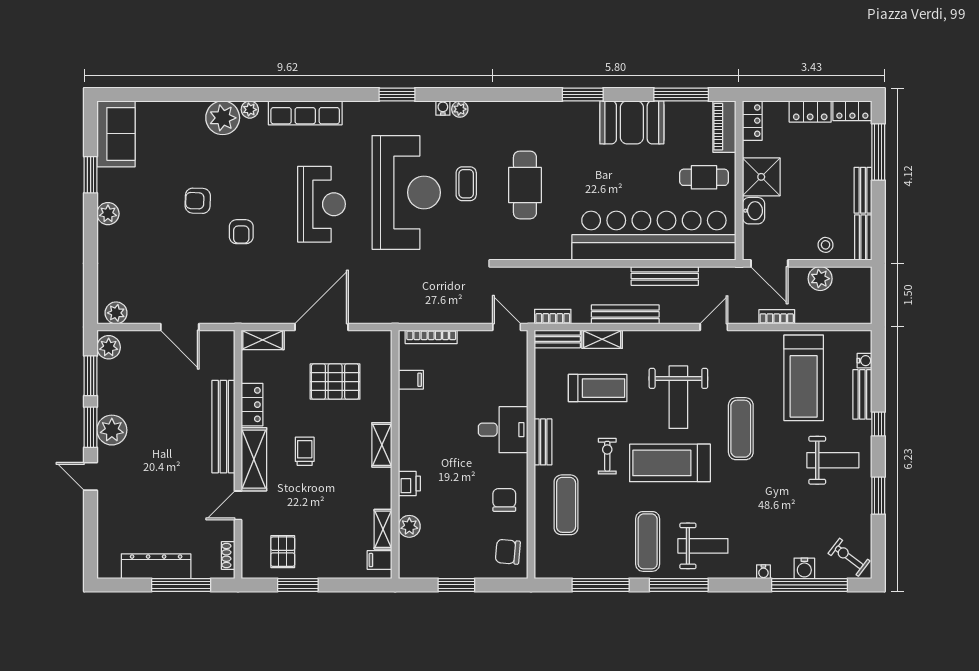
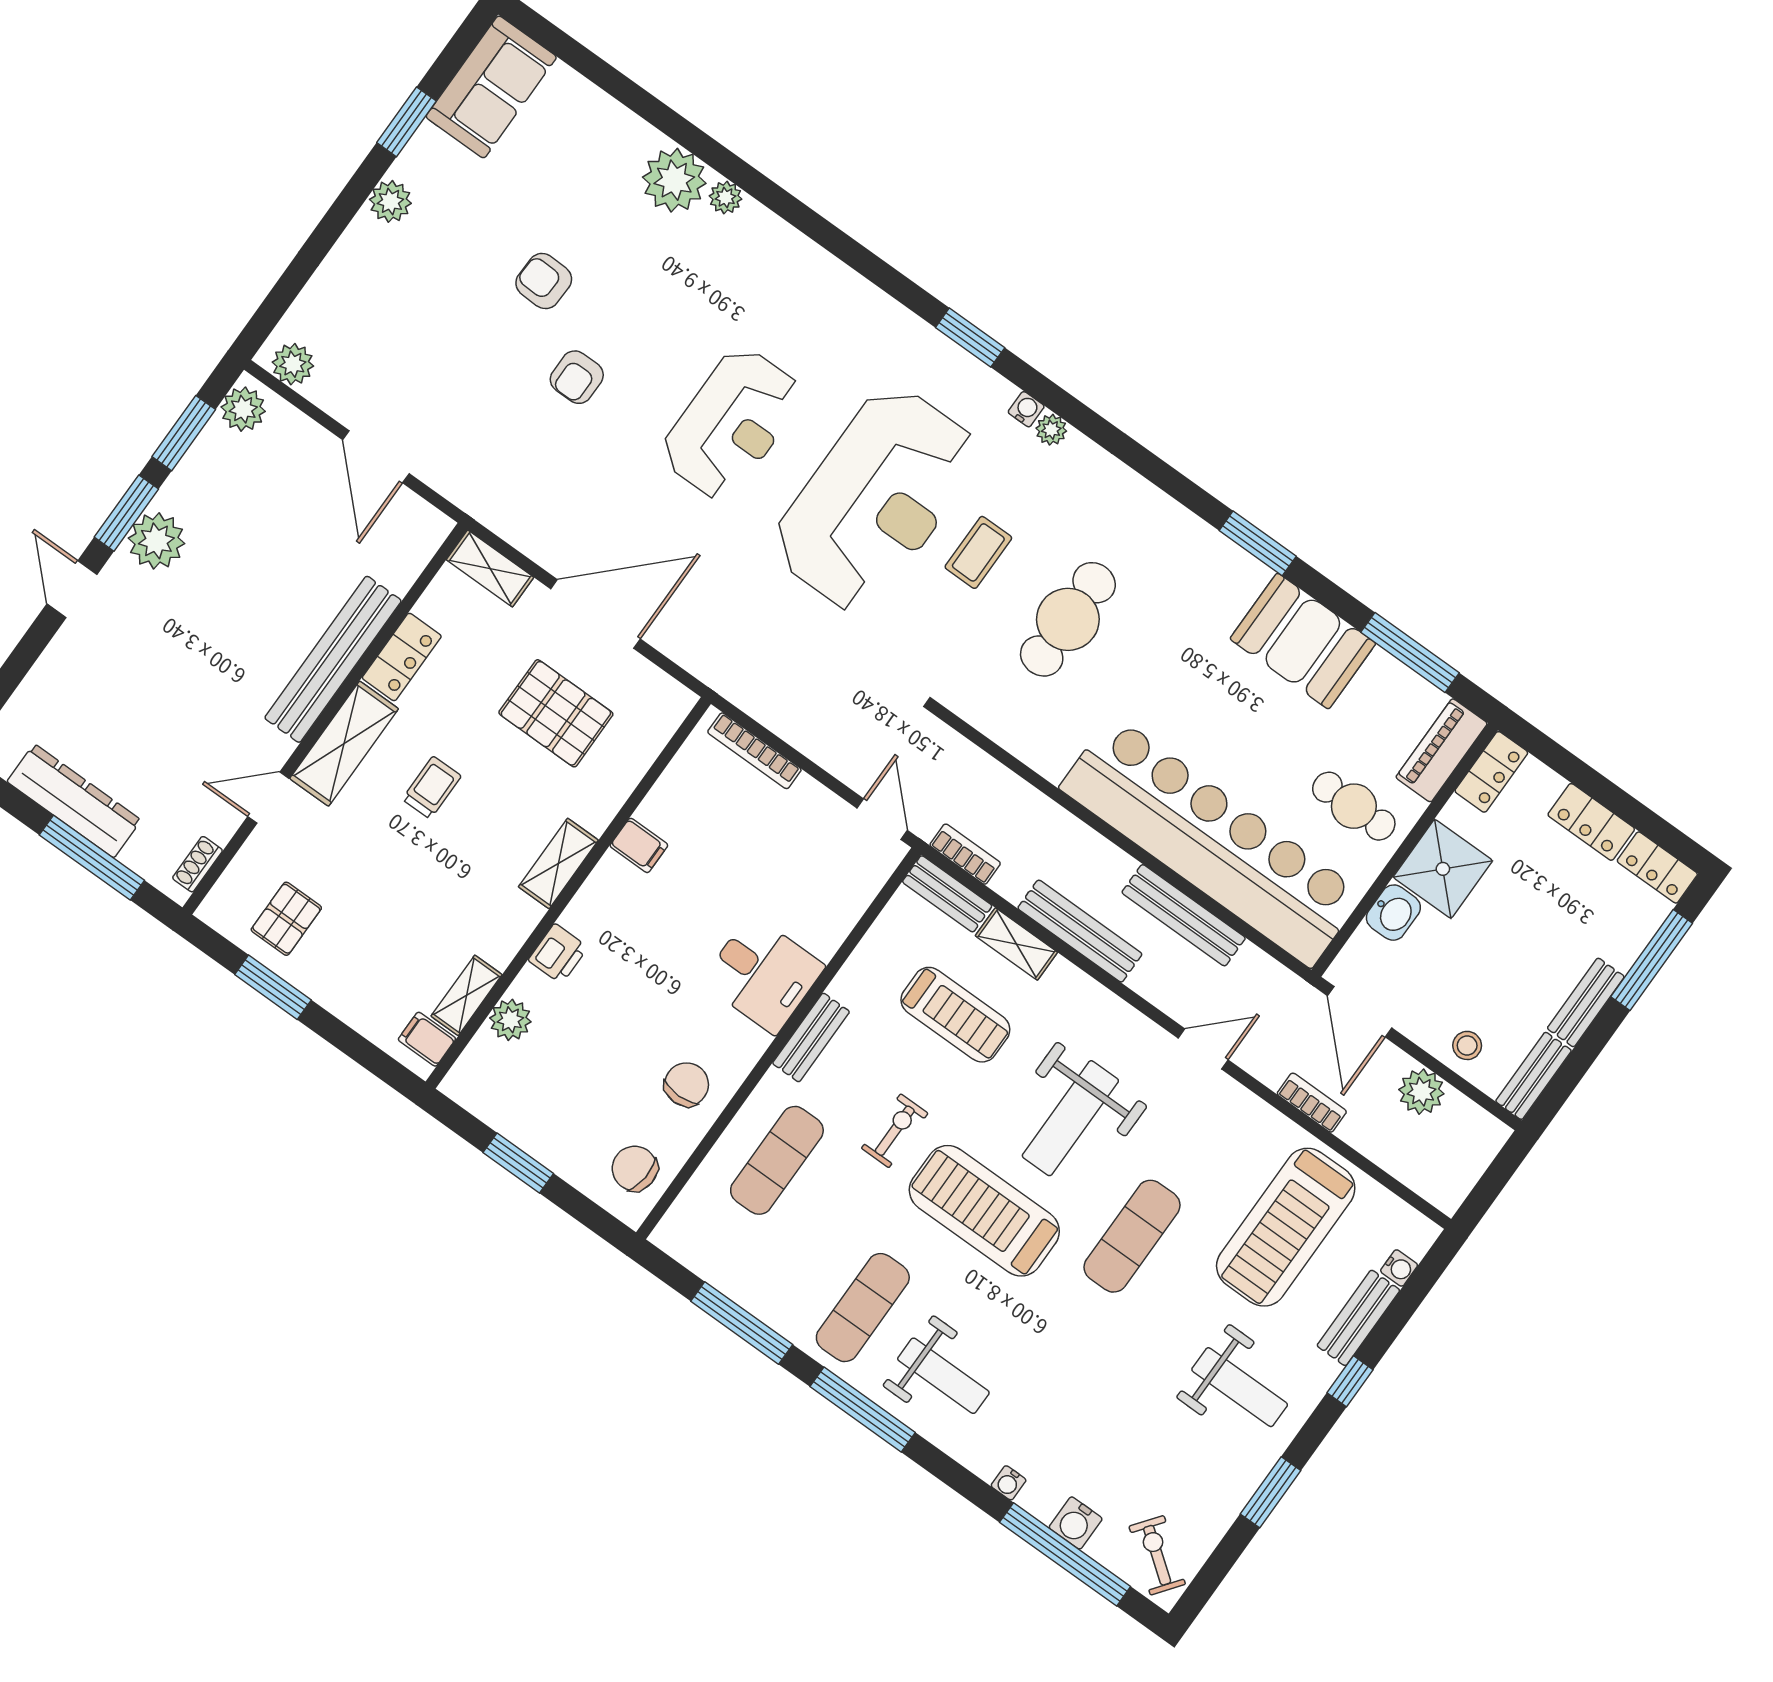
row of seats: (305, 113) -> (808, 264), removed
filing cabinet: (411, 380) -> (639, 845), moved

